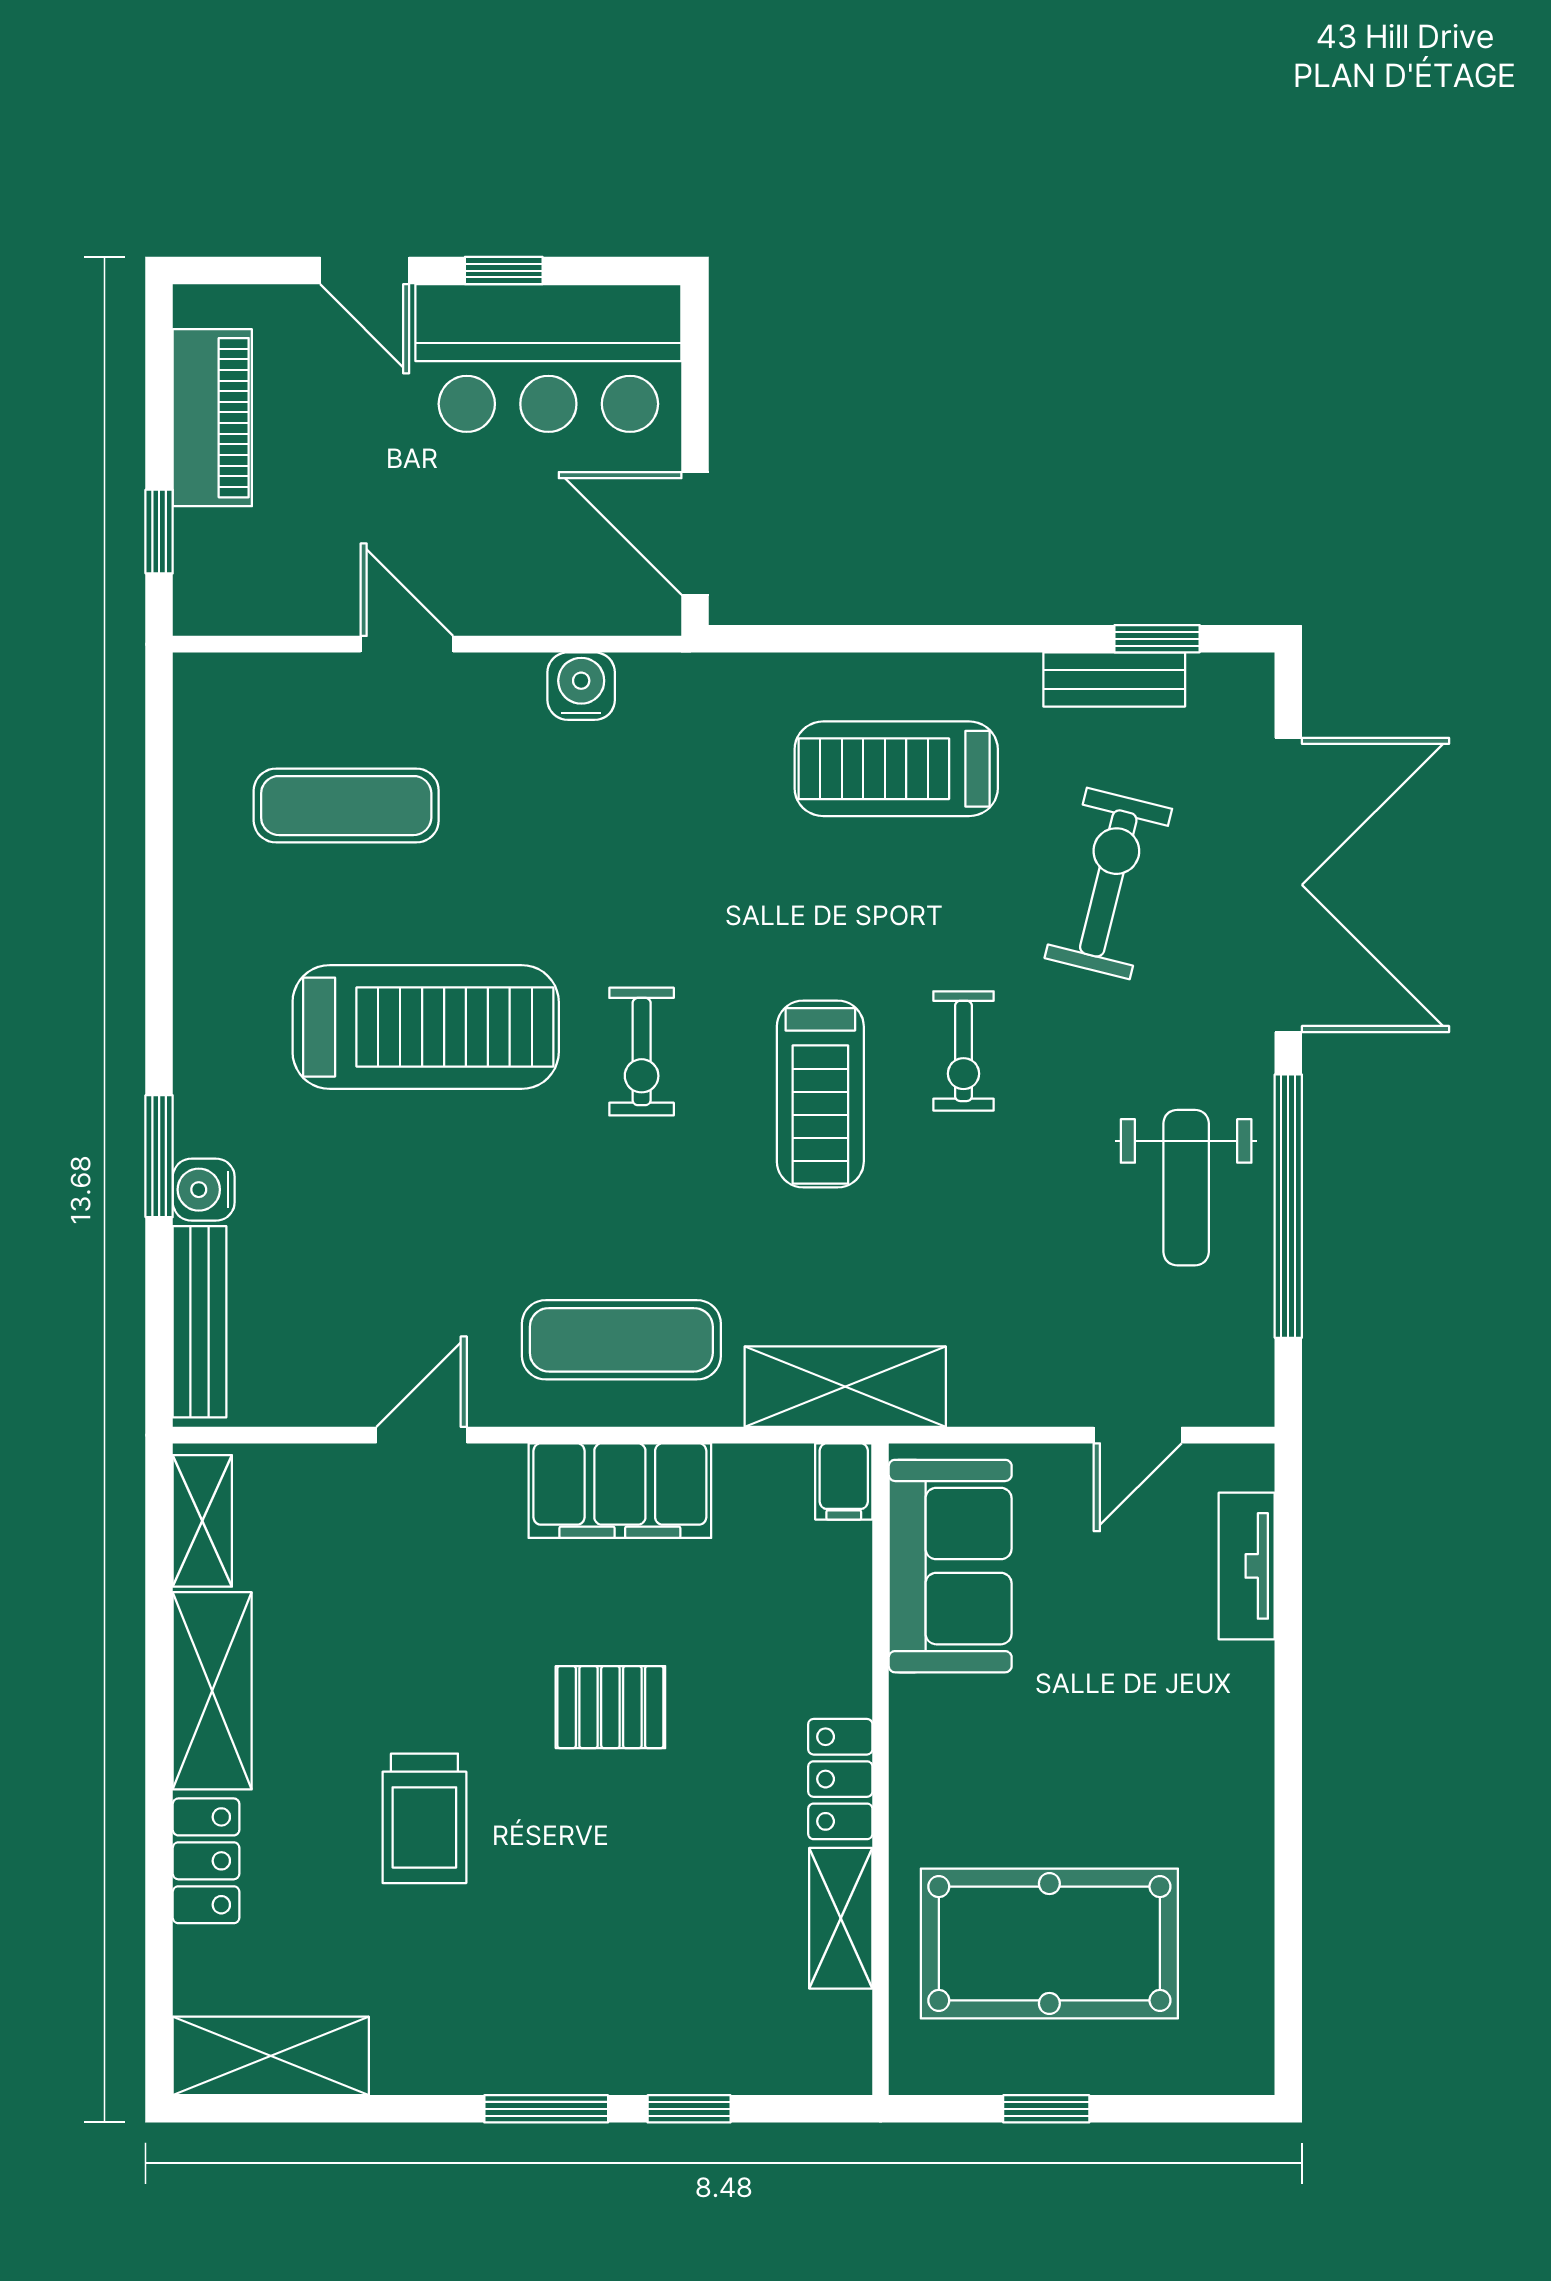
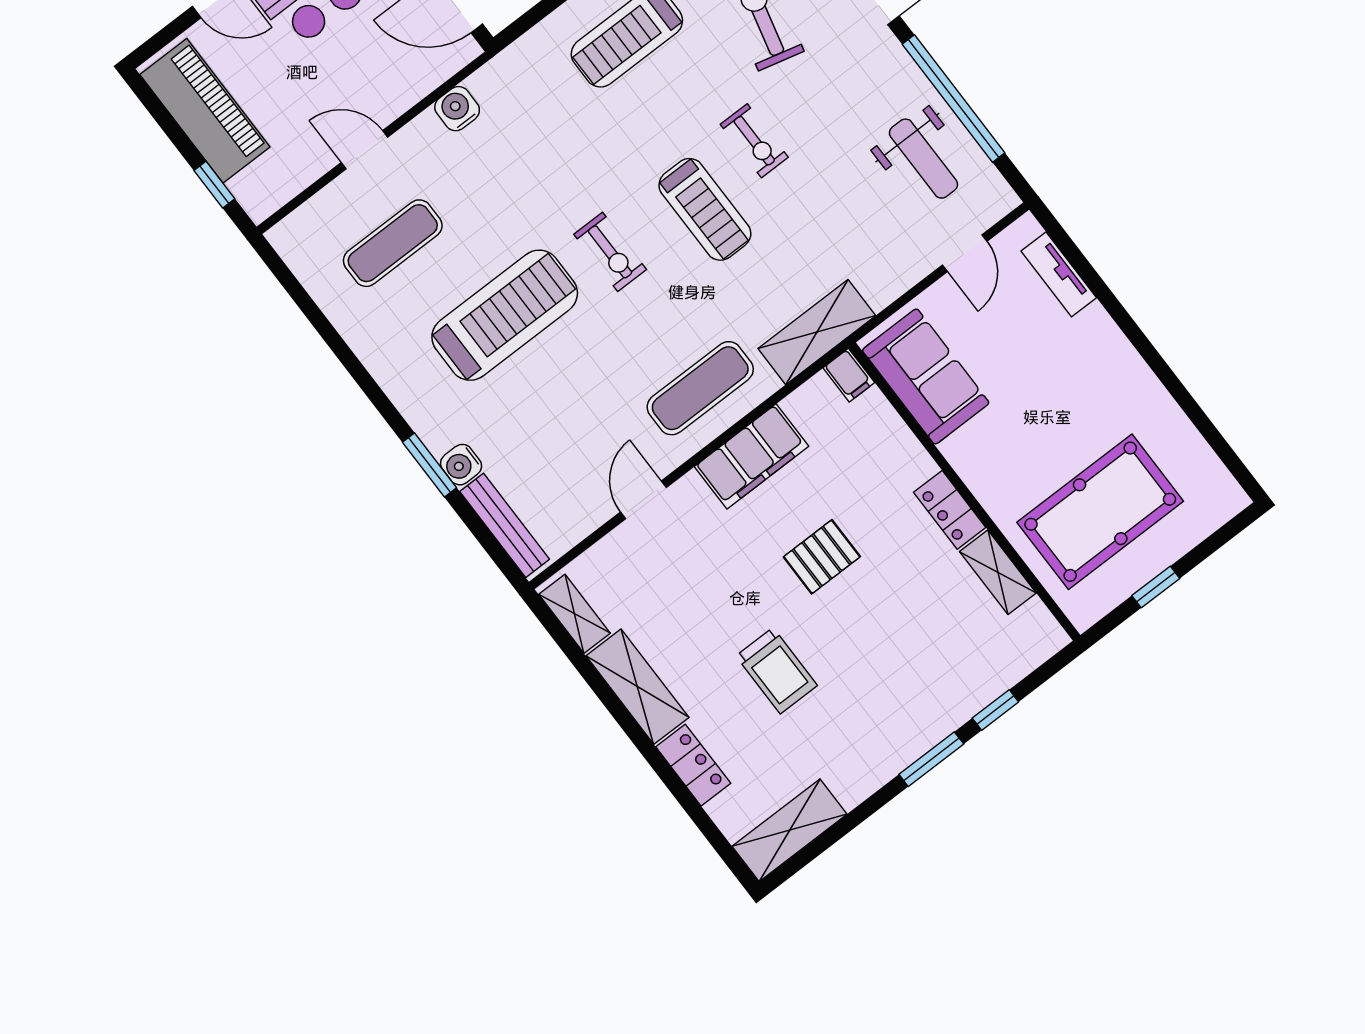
piano: (212, 418) -> (205, 111), width x1.37, depth x1.33
weight bench: (1186, 1188) -> (923, 159), moved

